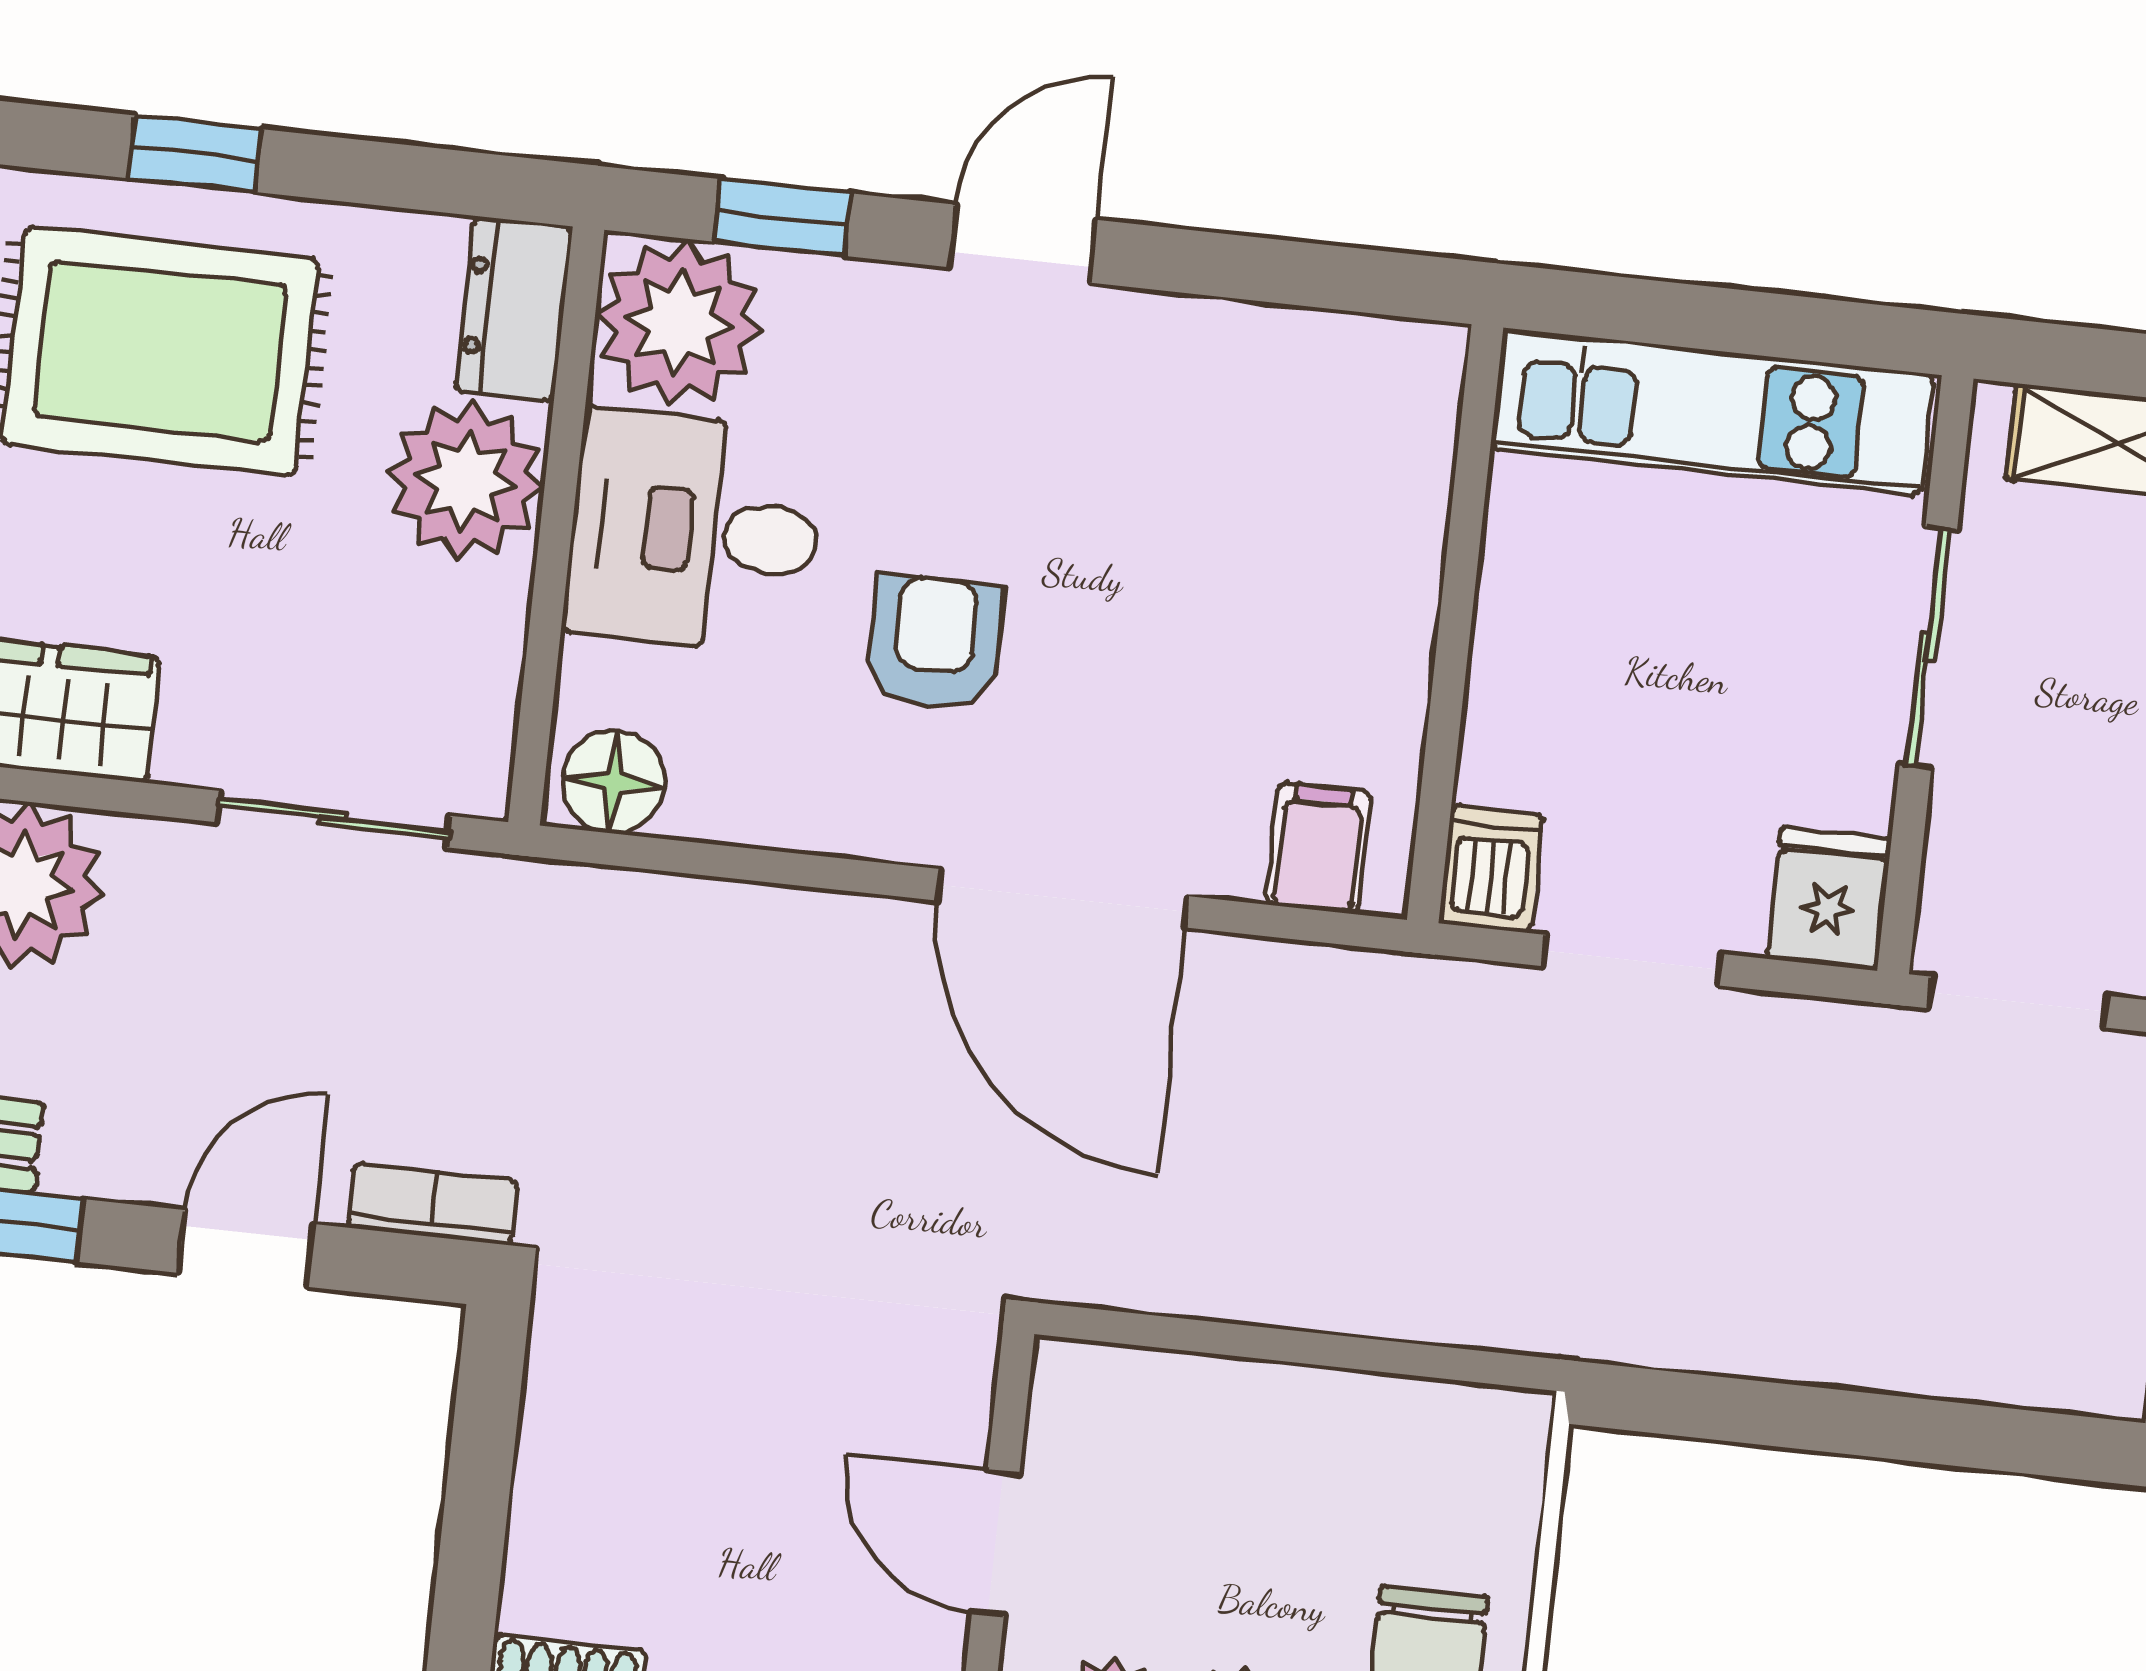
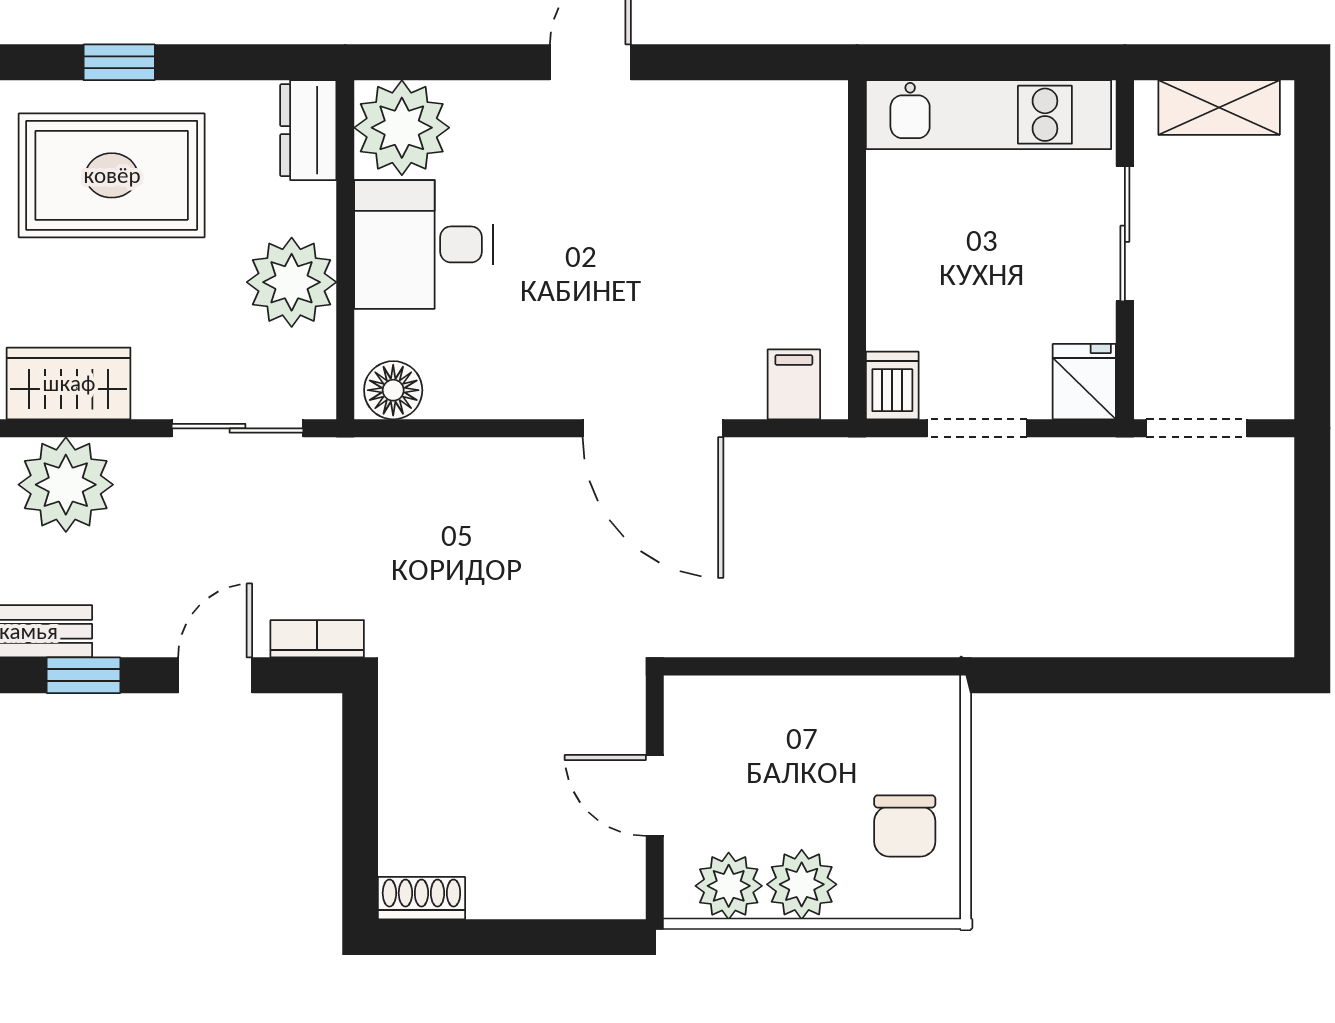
window: (782, 218) -> (454, 62), removed
plant: (466, 481) -> (292, 282), moved
armchair: (935, 643) -> (565, 292), removed

